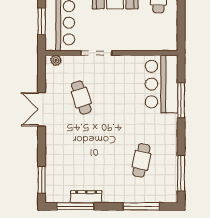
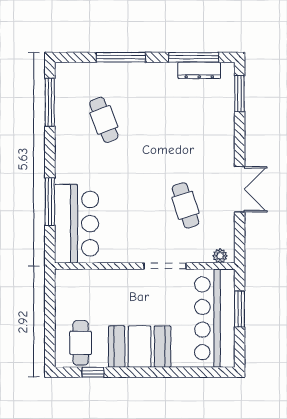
cafe table: (141, 160) -> (104, 120), turned -33
dresser: (86, 197) -> (199, 70), moved
window: (141, 206) -> (121, 57), moved

